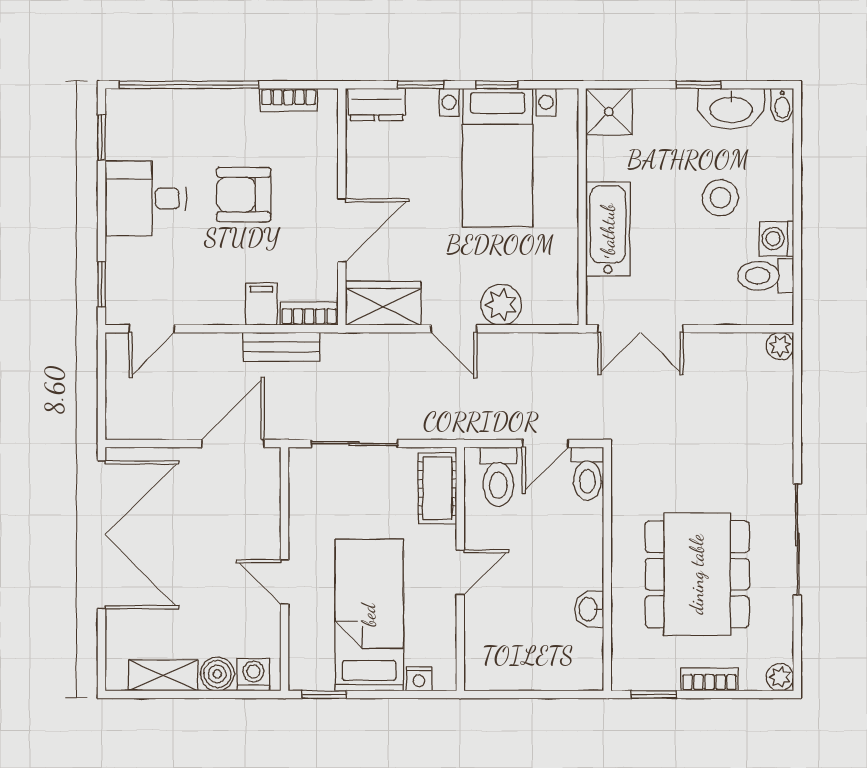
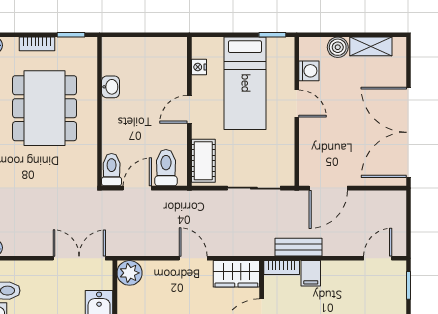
plant: (501, 305) -> (129, 273), moved
washing machine: (253, 675) -> (309, 71), moved, turned -90
nightstand: (419, 679) -> (199, 67), moved, turned -90

